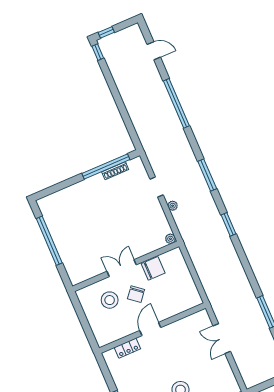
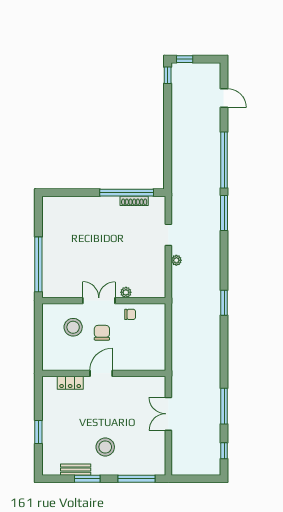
window: (207, 175) -> (224, 213), moved
plant: (170, 239) -> (126, 292), moved
window: (49, 241) -> (38, 264), moved
chair: (153, 268) -> (130, 314), width x0.54, depth x0.54
chair: (136, 294) -> (102, 333), turned 141

